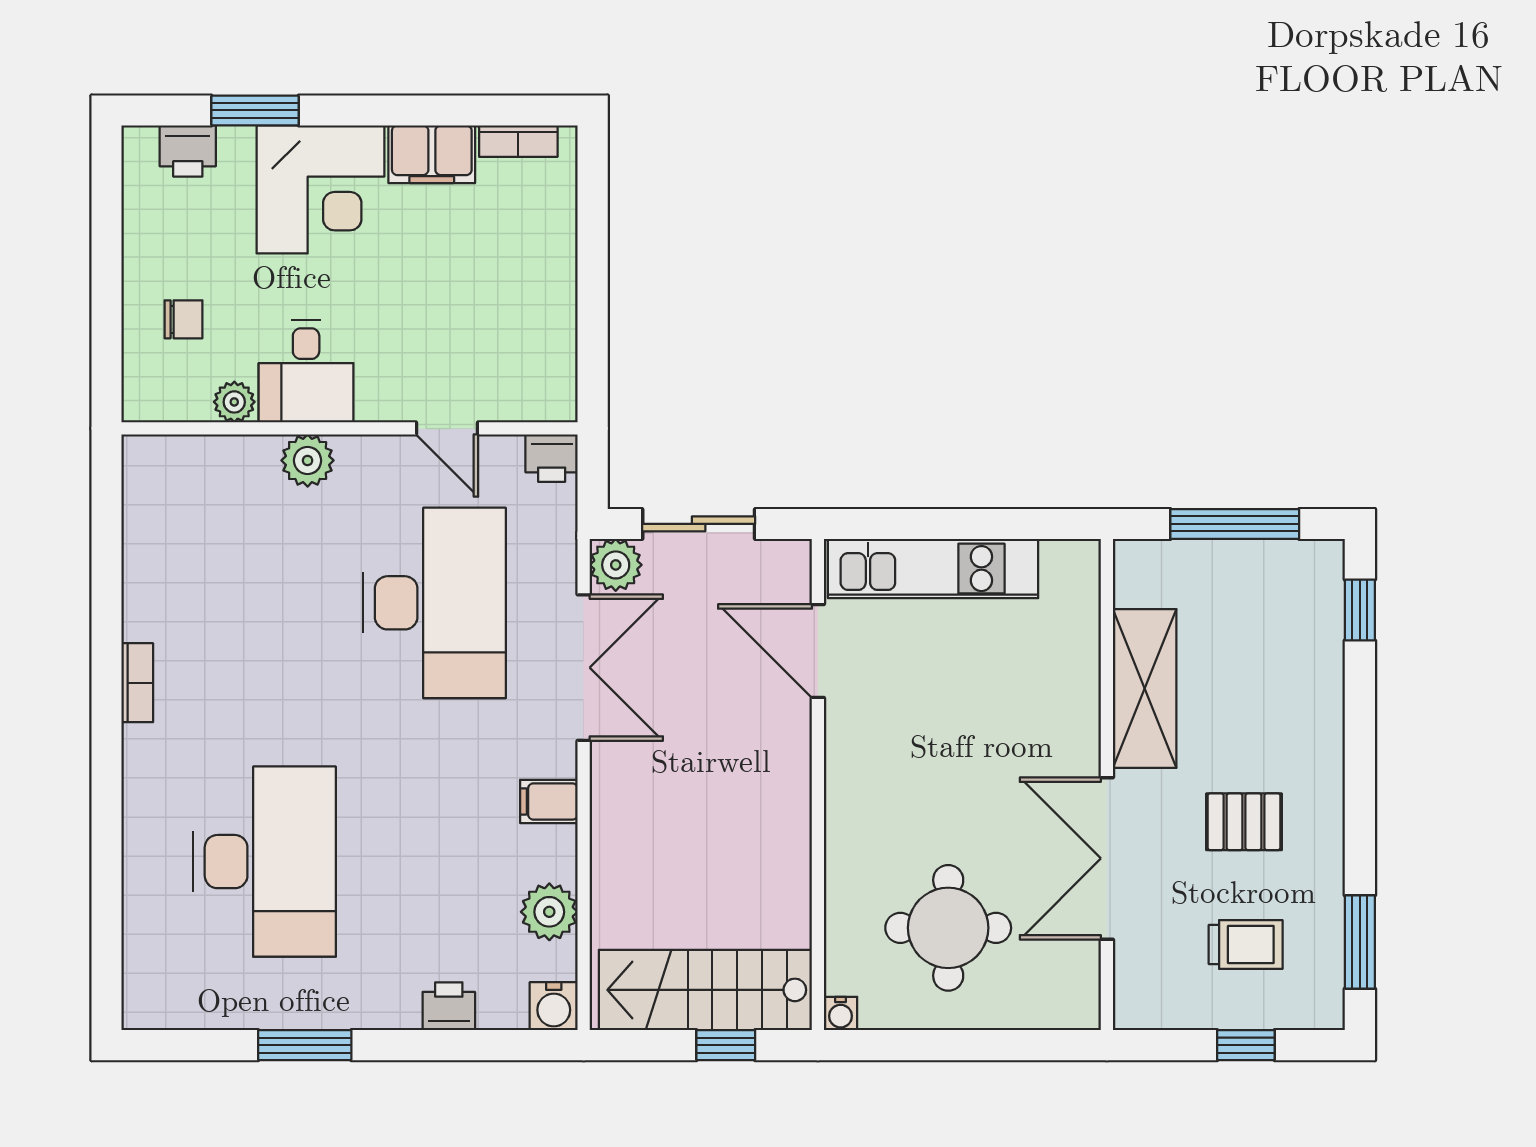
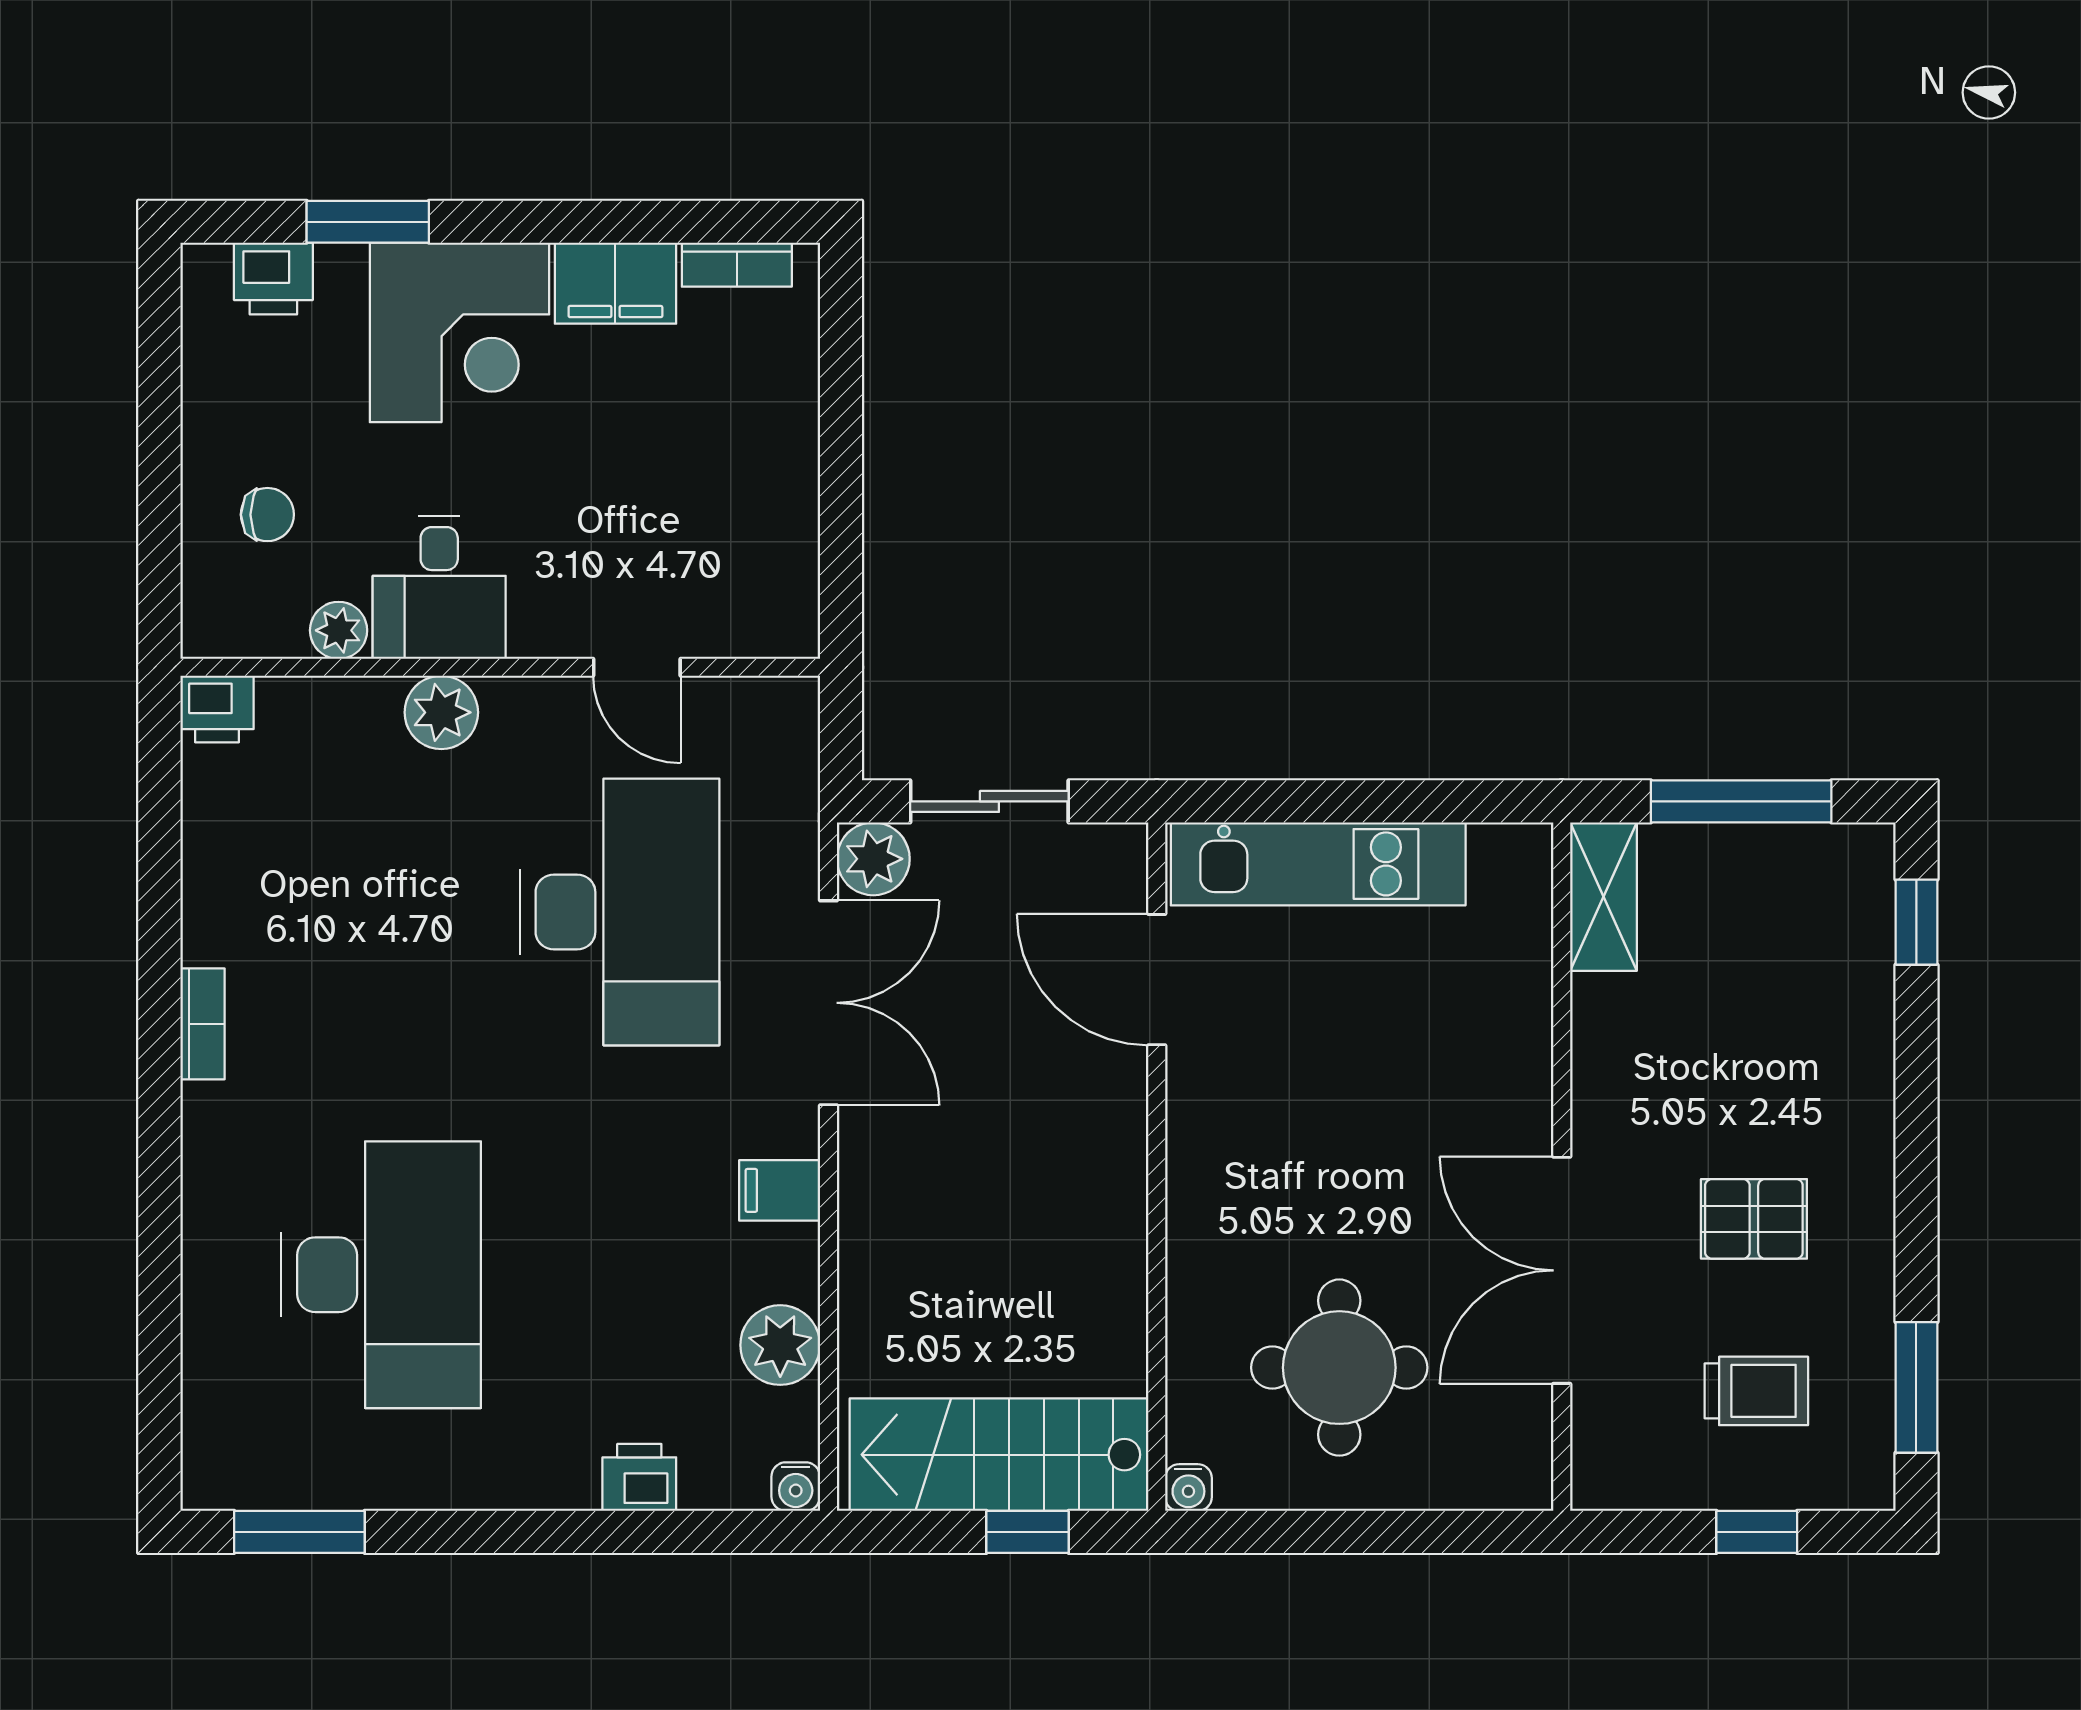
printer: (552, 458) -> (217, 709), moved
shelving: (1145, 688) -> (1604, 897), moved, width x0.67, depth x0.75
water cooler: (554, 1006) -> (796, 1487), width x0.72, depth x0.72
window: (305, 1045) -> (299, 1532), moved

